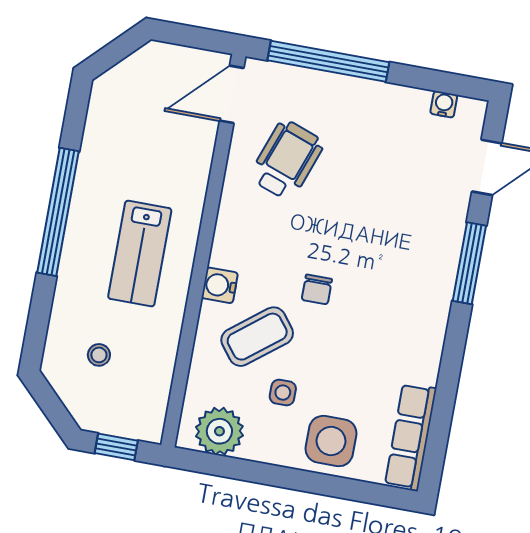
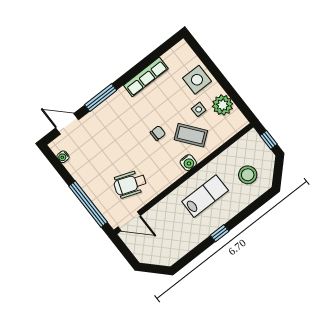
window: (58, 212) -> (220, 233), width x0.32
stool: (99, 355) -> (248, 175), width x1.89, depth x1.89
plant: (219, 431) -> (223, 105), moved
row of seats: (411, 437) -> (146, 77), moved

